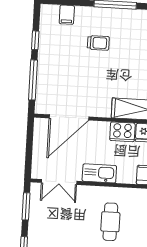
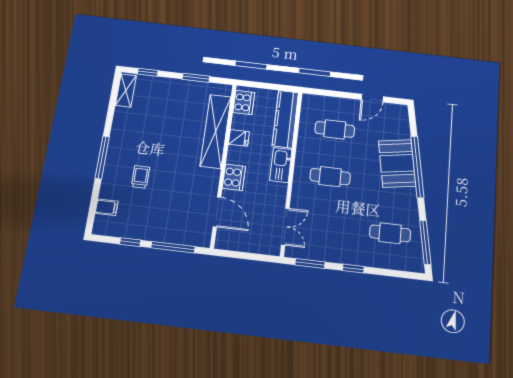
door: (69, 117) -> (217, 212), width x0.73
cooker: (122, 132) -> (234, 177), moved
kitchen sink: (99, 173) -> (281, 165), moved

